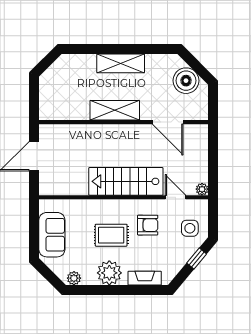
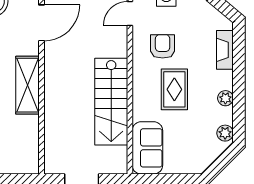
stairs: (126, 181) -> (111, 102), moved
sofa: (52, 235) -> (147, 148), moved, turned 90
plant: (109, 273) -> (225, 98), width x0.53, depth x0.53

